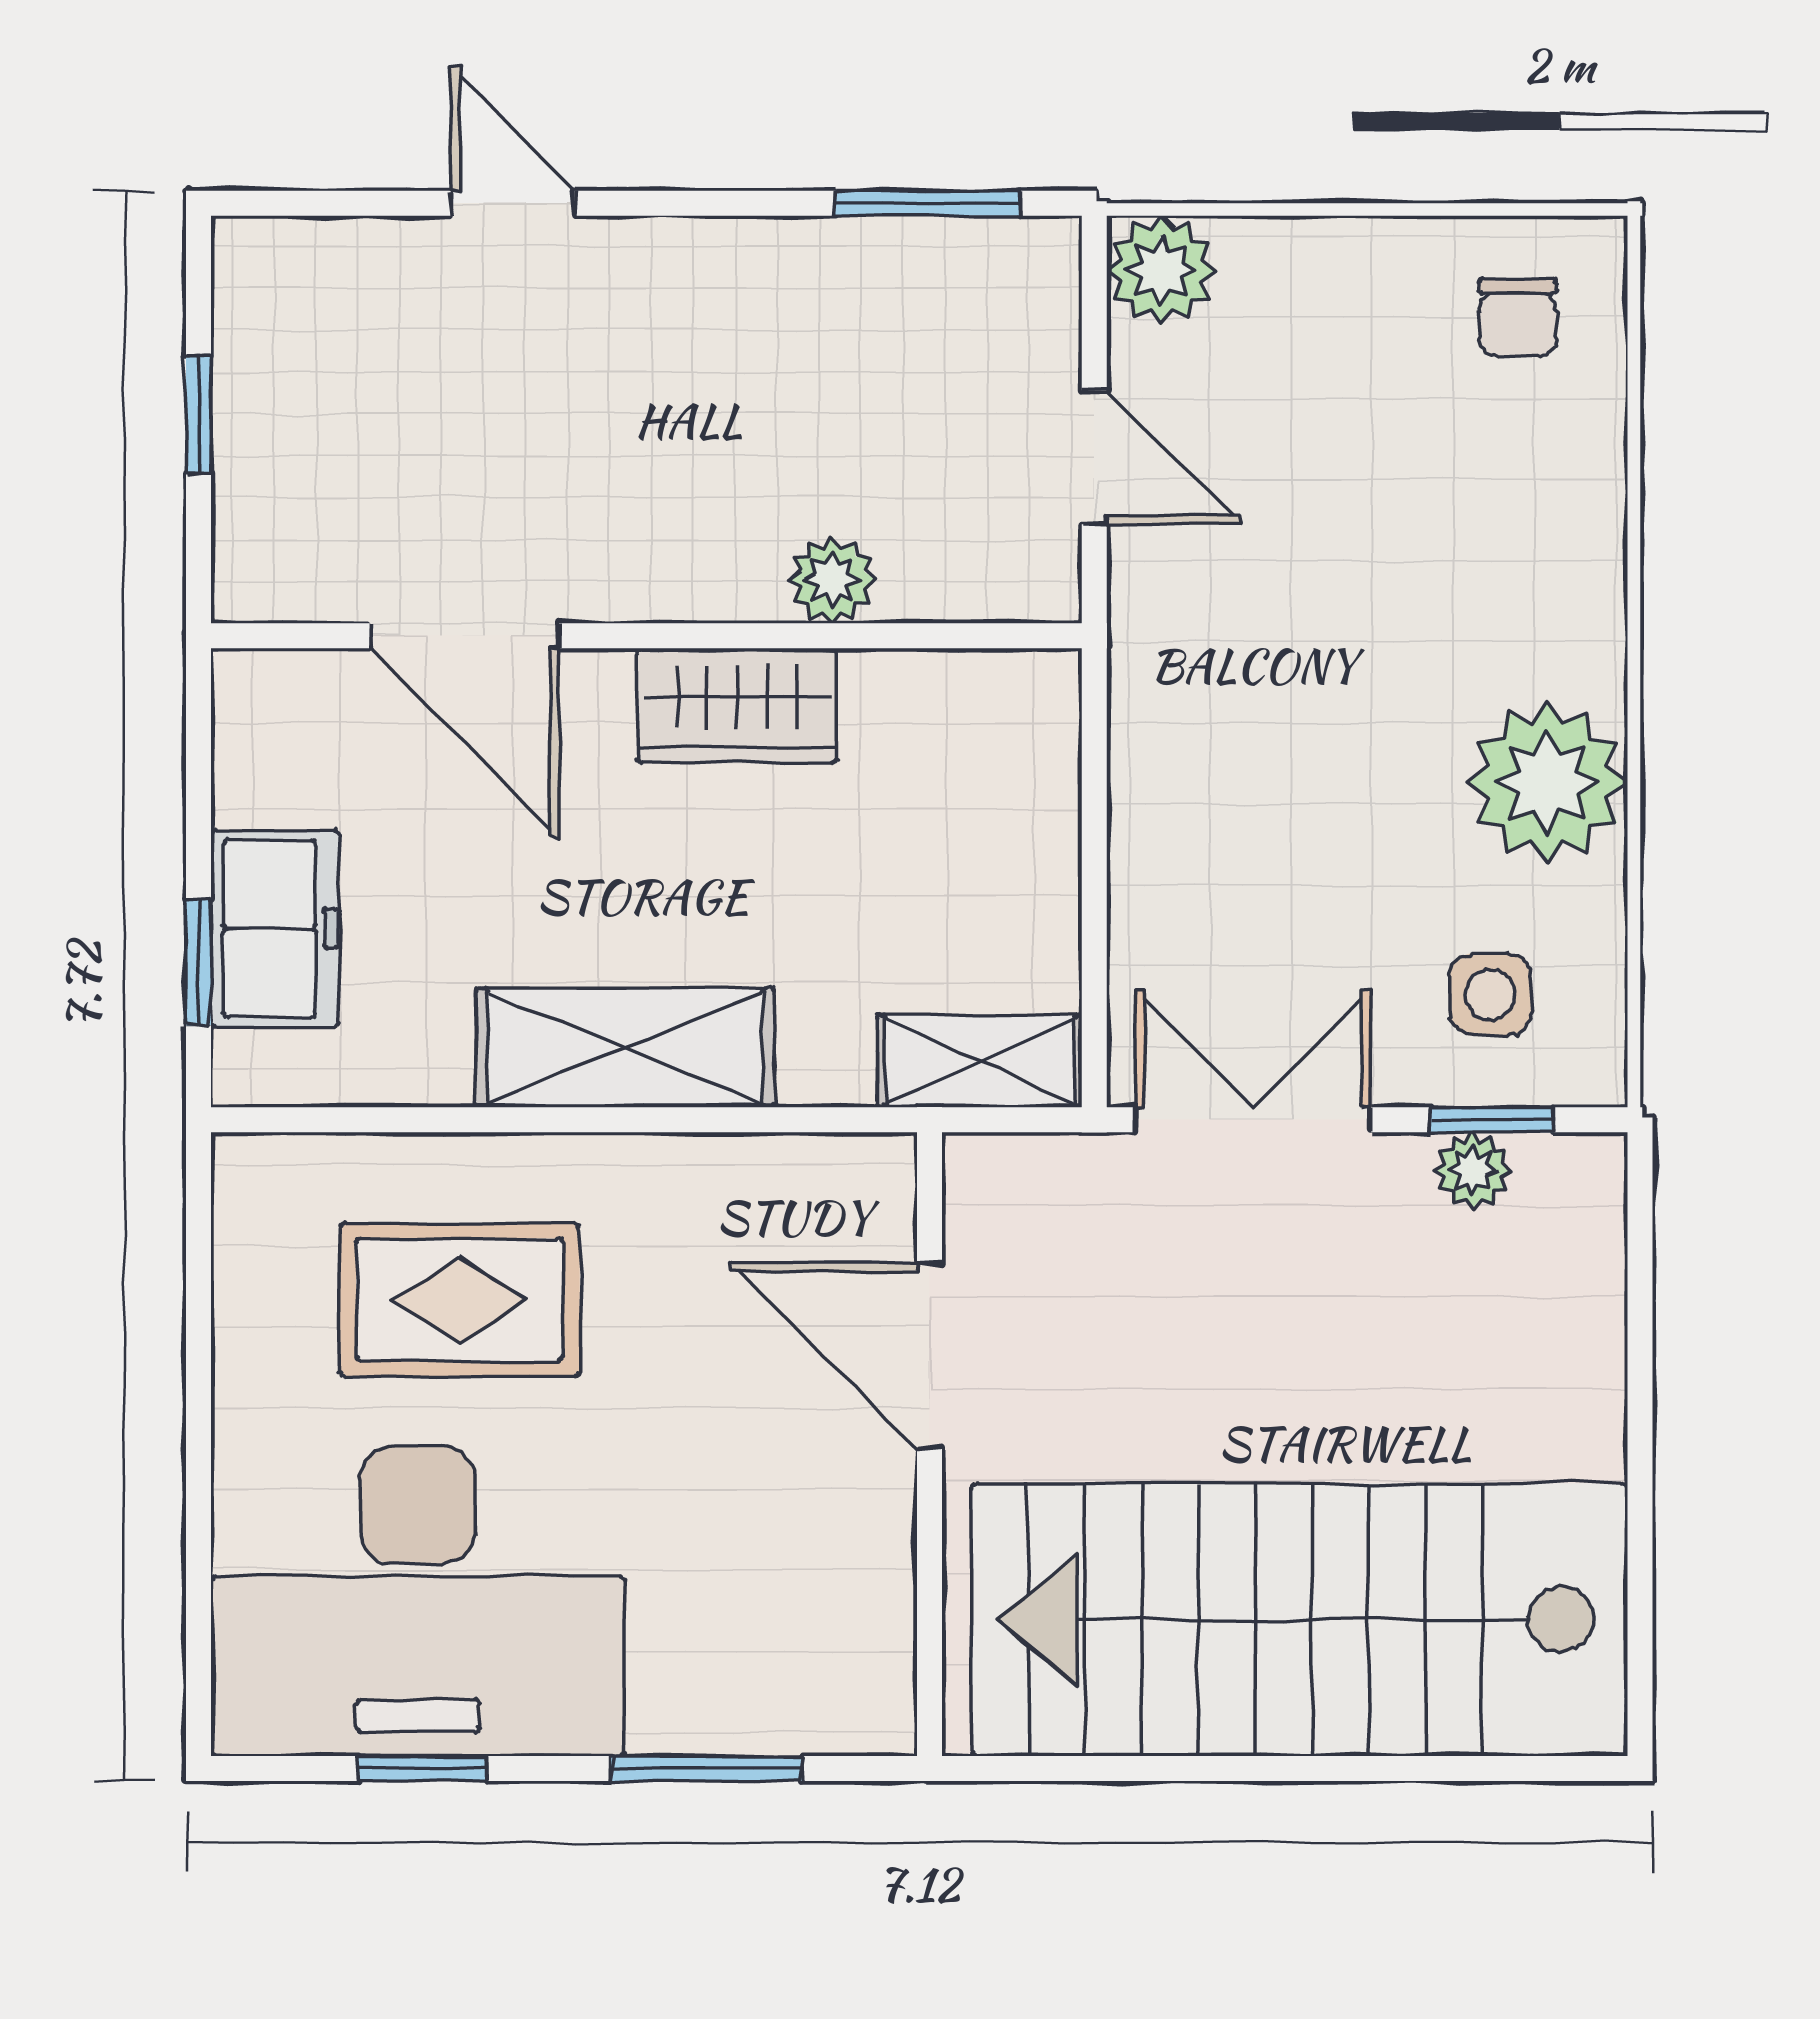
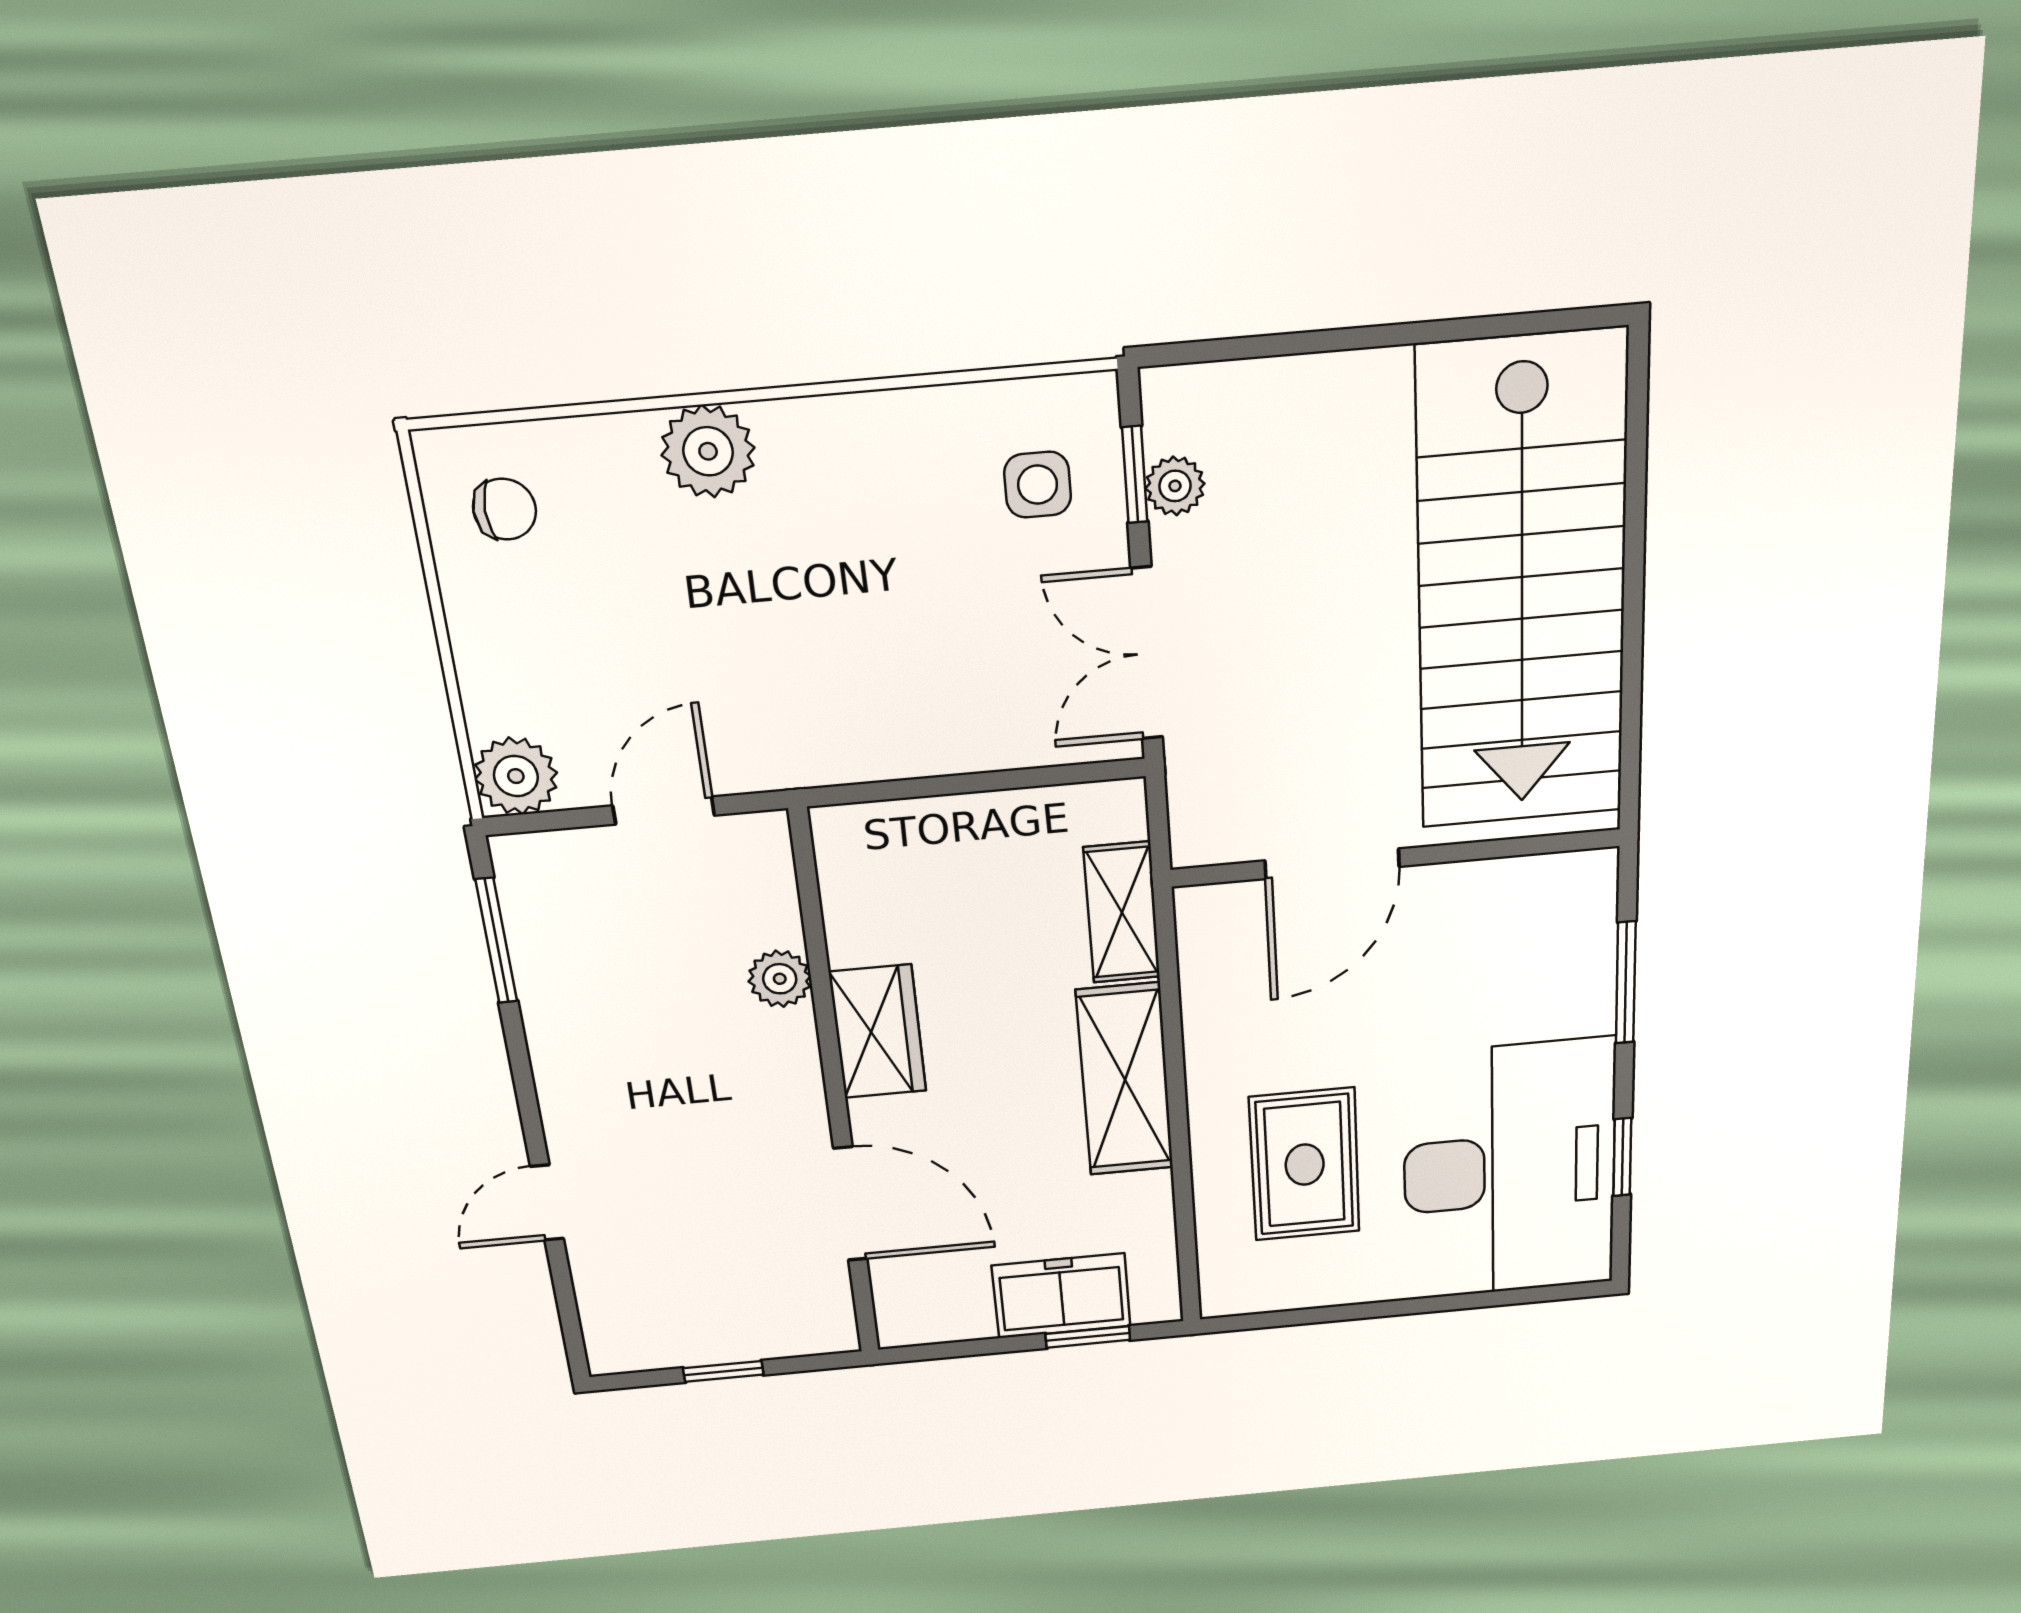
door: (464, 636) -> (850, 1204), hinge flipped
plant: (1547, 782) -> (708, 451), moved, width x0.73, depth x0.73
shelving: (980, 1061) -> (1122, 912), moved

